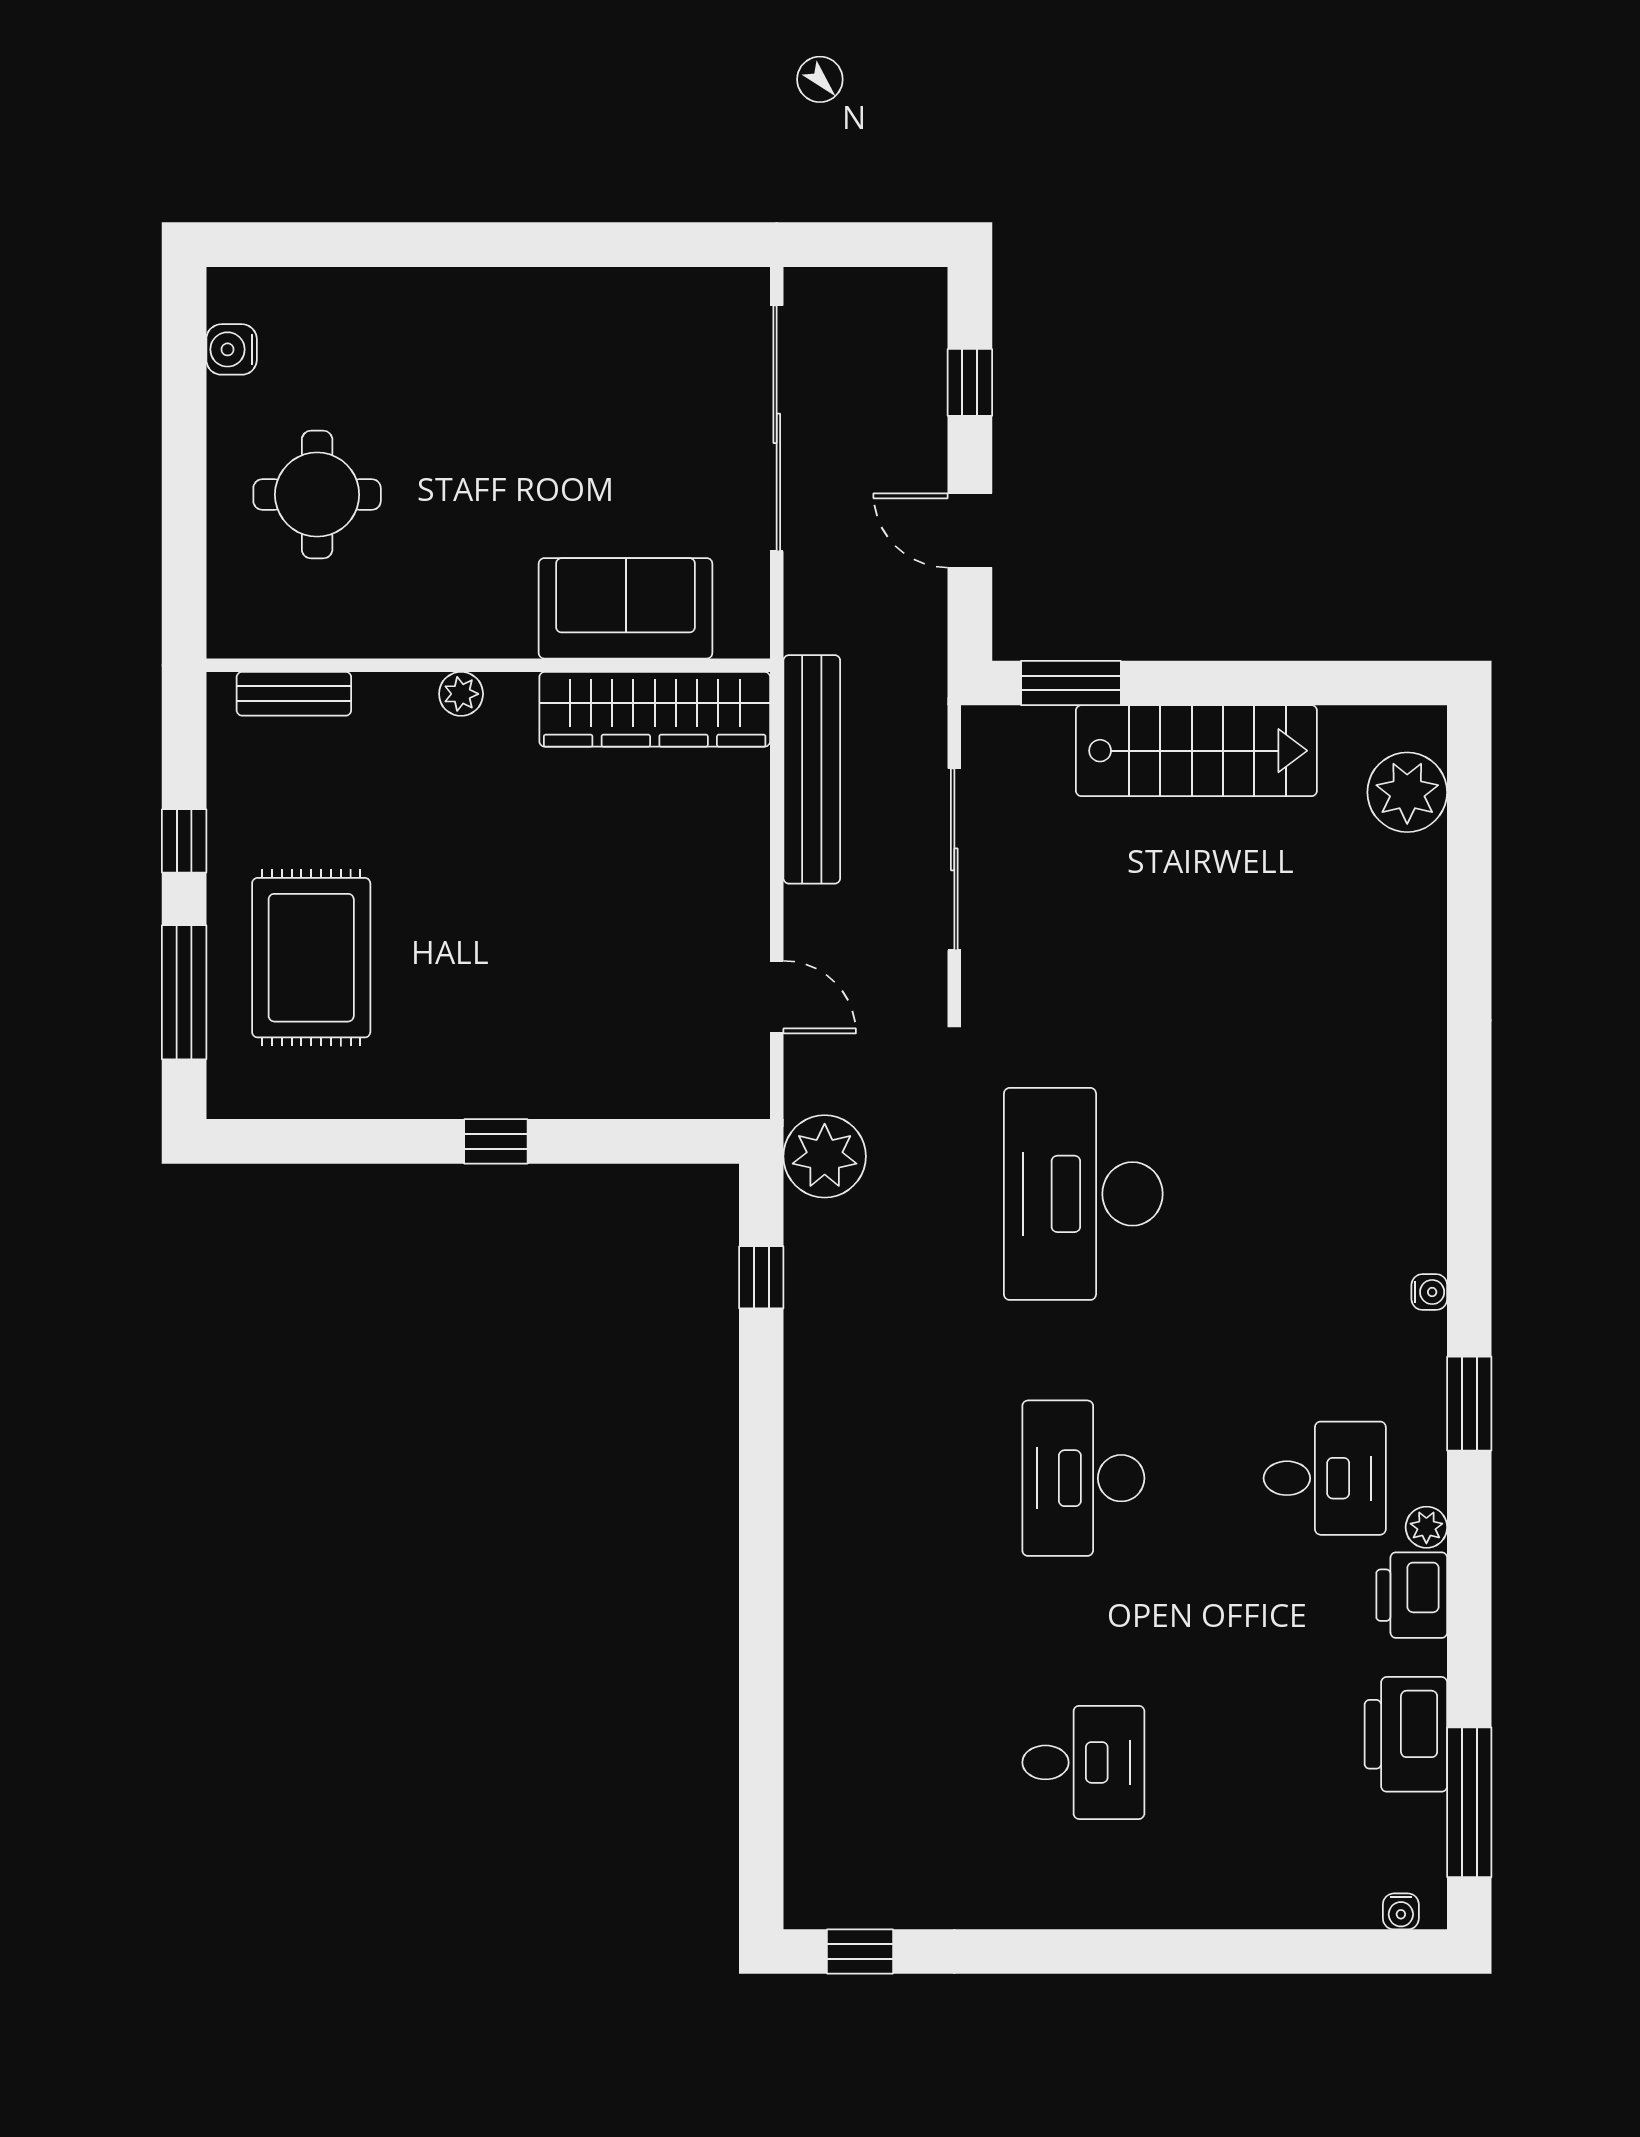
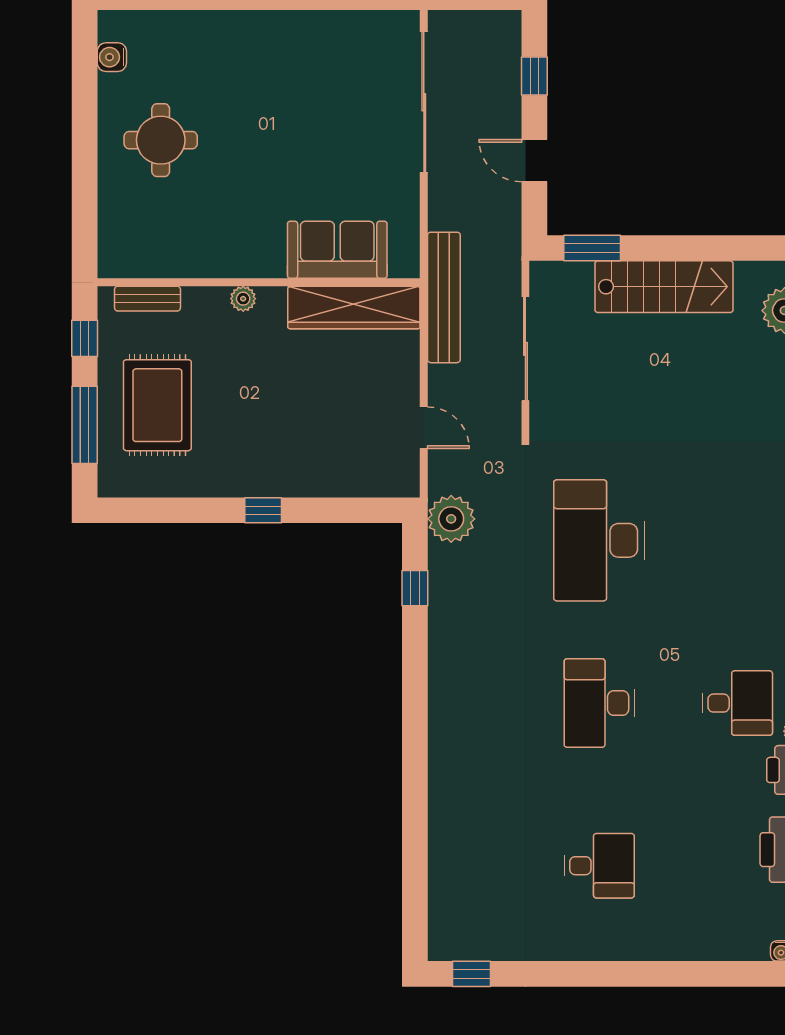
sofa: (626, 608) -> (337, 250), moved
wall: (488, 665) -> (259, 282), moved
bench: (294, 694) -> (148, 299), moved
plant: (461, 694) -> (243, 299), moved
wardrobe: (655, 709) -> (354, 307), moved

